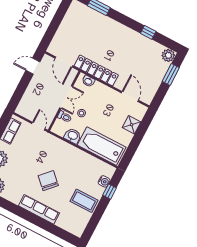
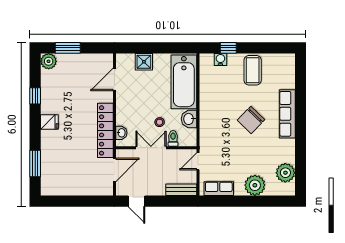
fridge: (124, 33) -> (49, 122), added
bench: (24, 103) -> (181, 190), added

